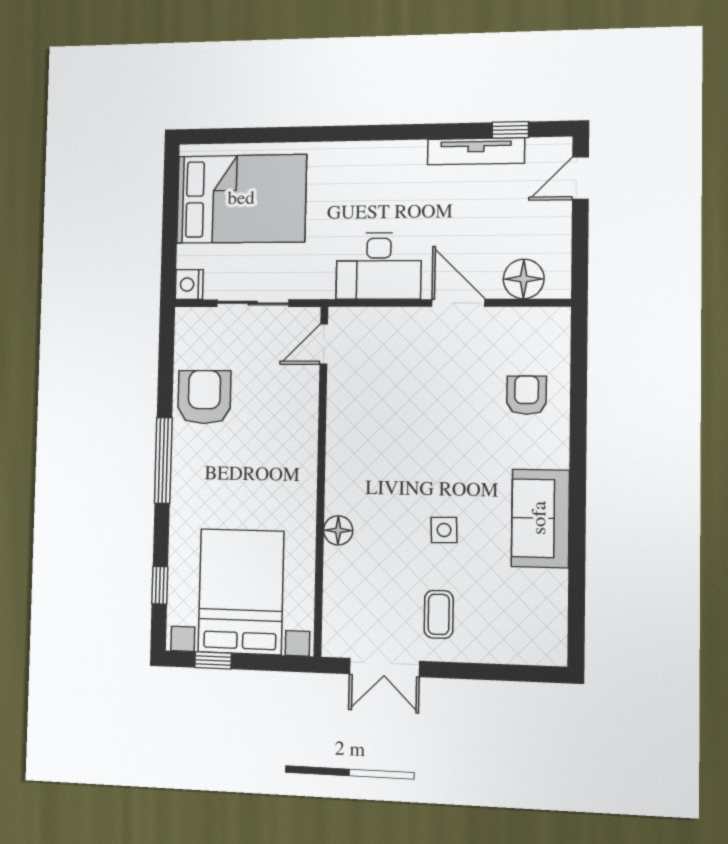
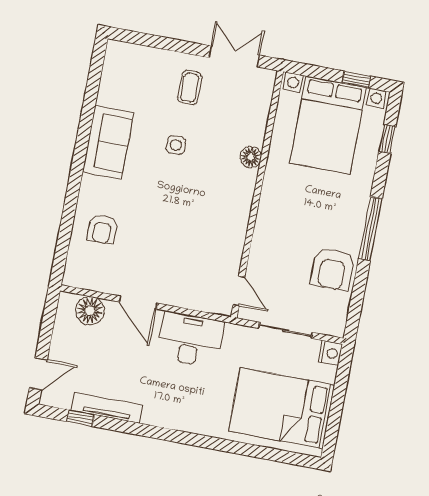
door: (324, 344) -> (239, 291), hinge flipped

